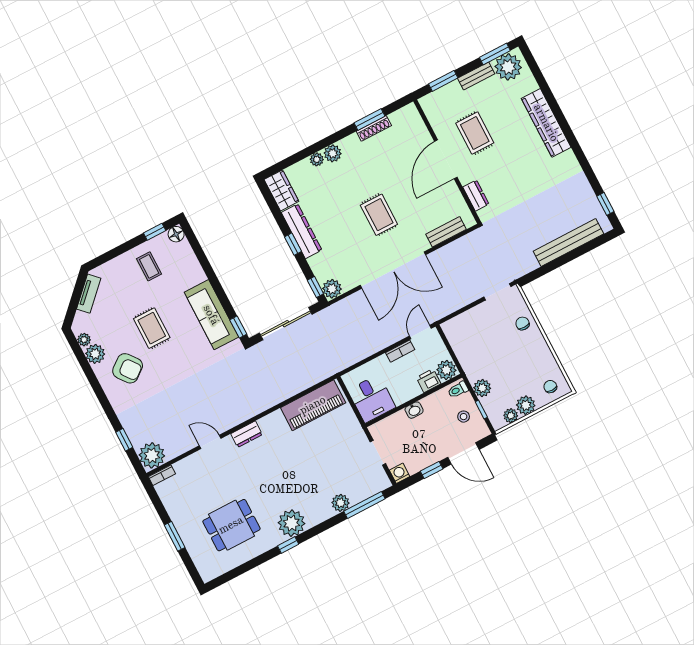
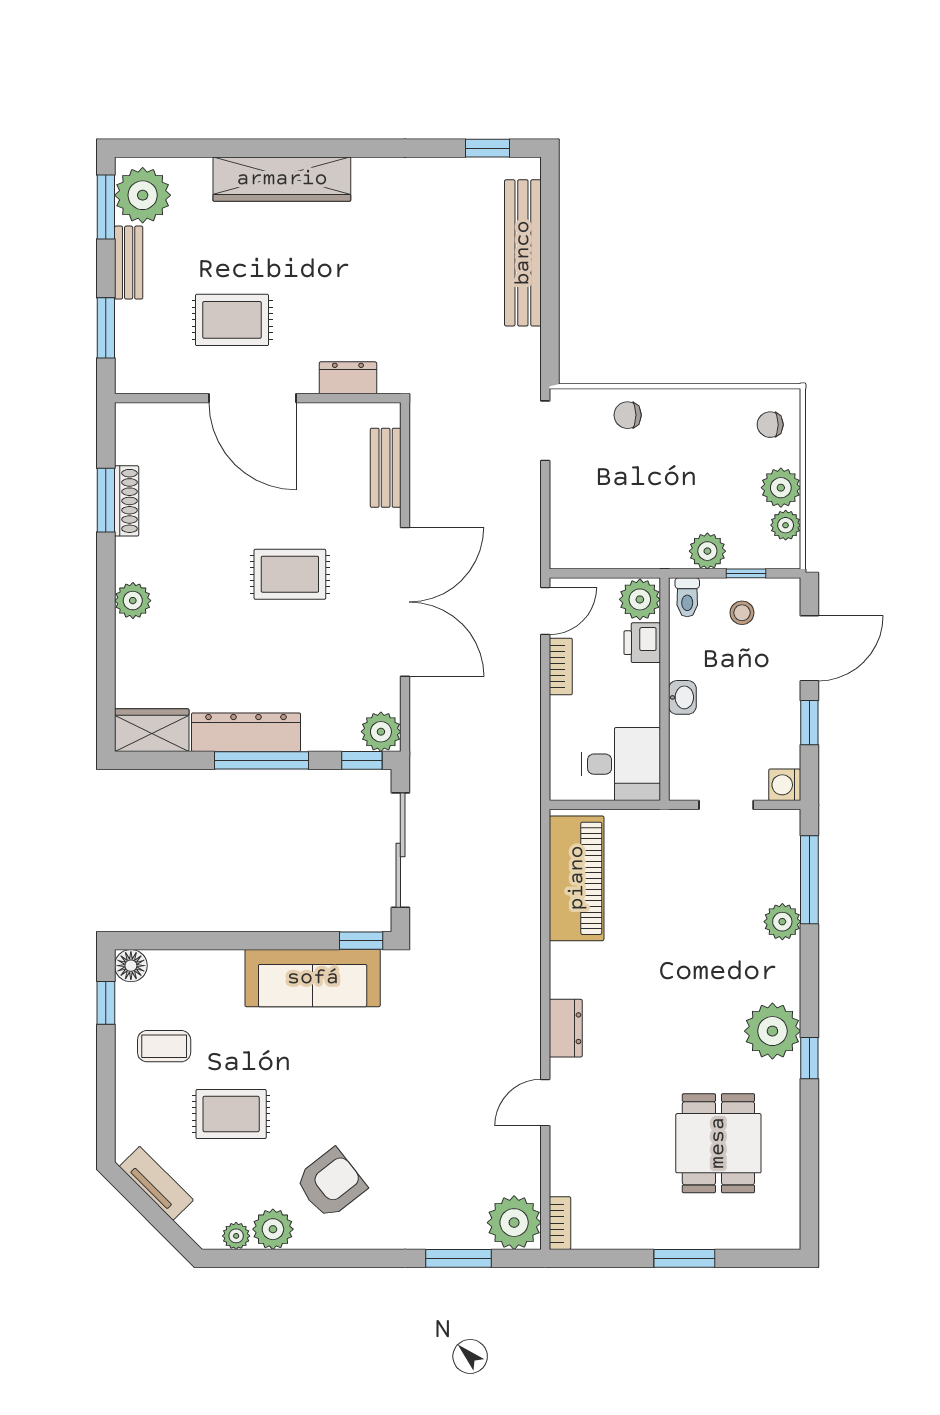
plant: (317, 159) -> (129, 636), removed
window: (293, 244) -> (261, 760), width x2.17
rug: (152, 328) -> (231, 1114), moved
door: (420, 332) -> (545, 611), swing flipped
window: (124, 440) -> (459, 1258), width x1.50

